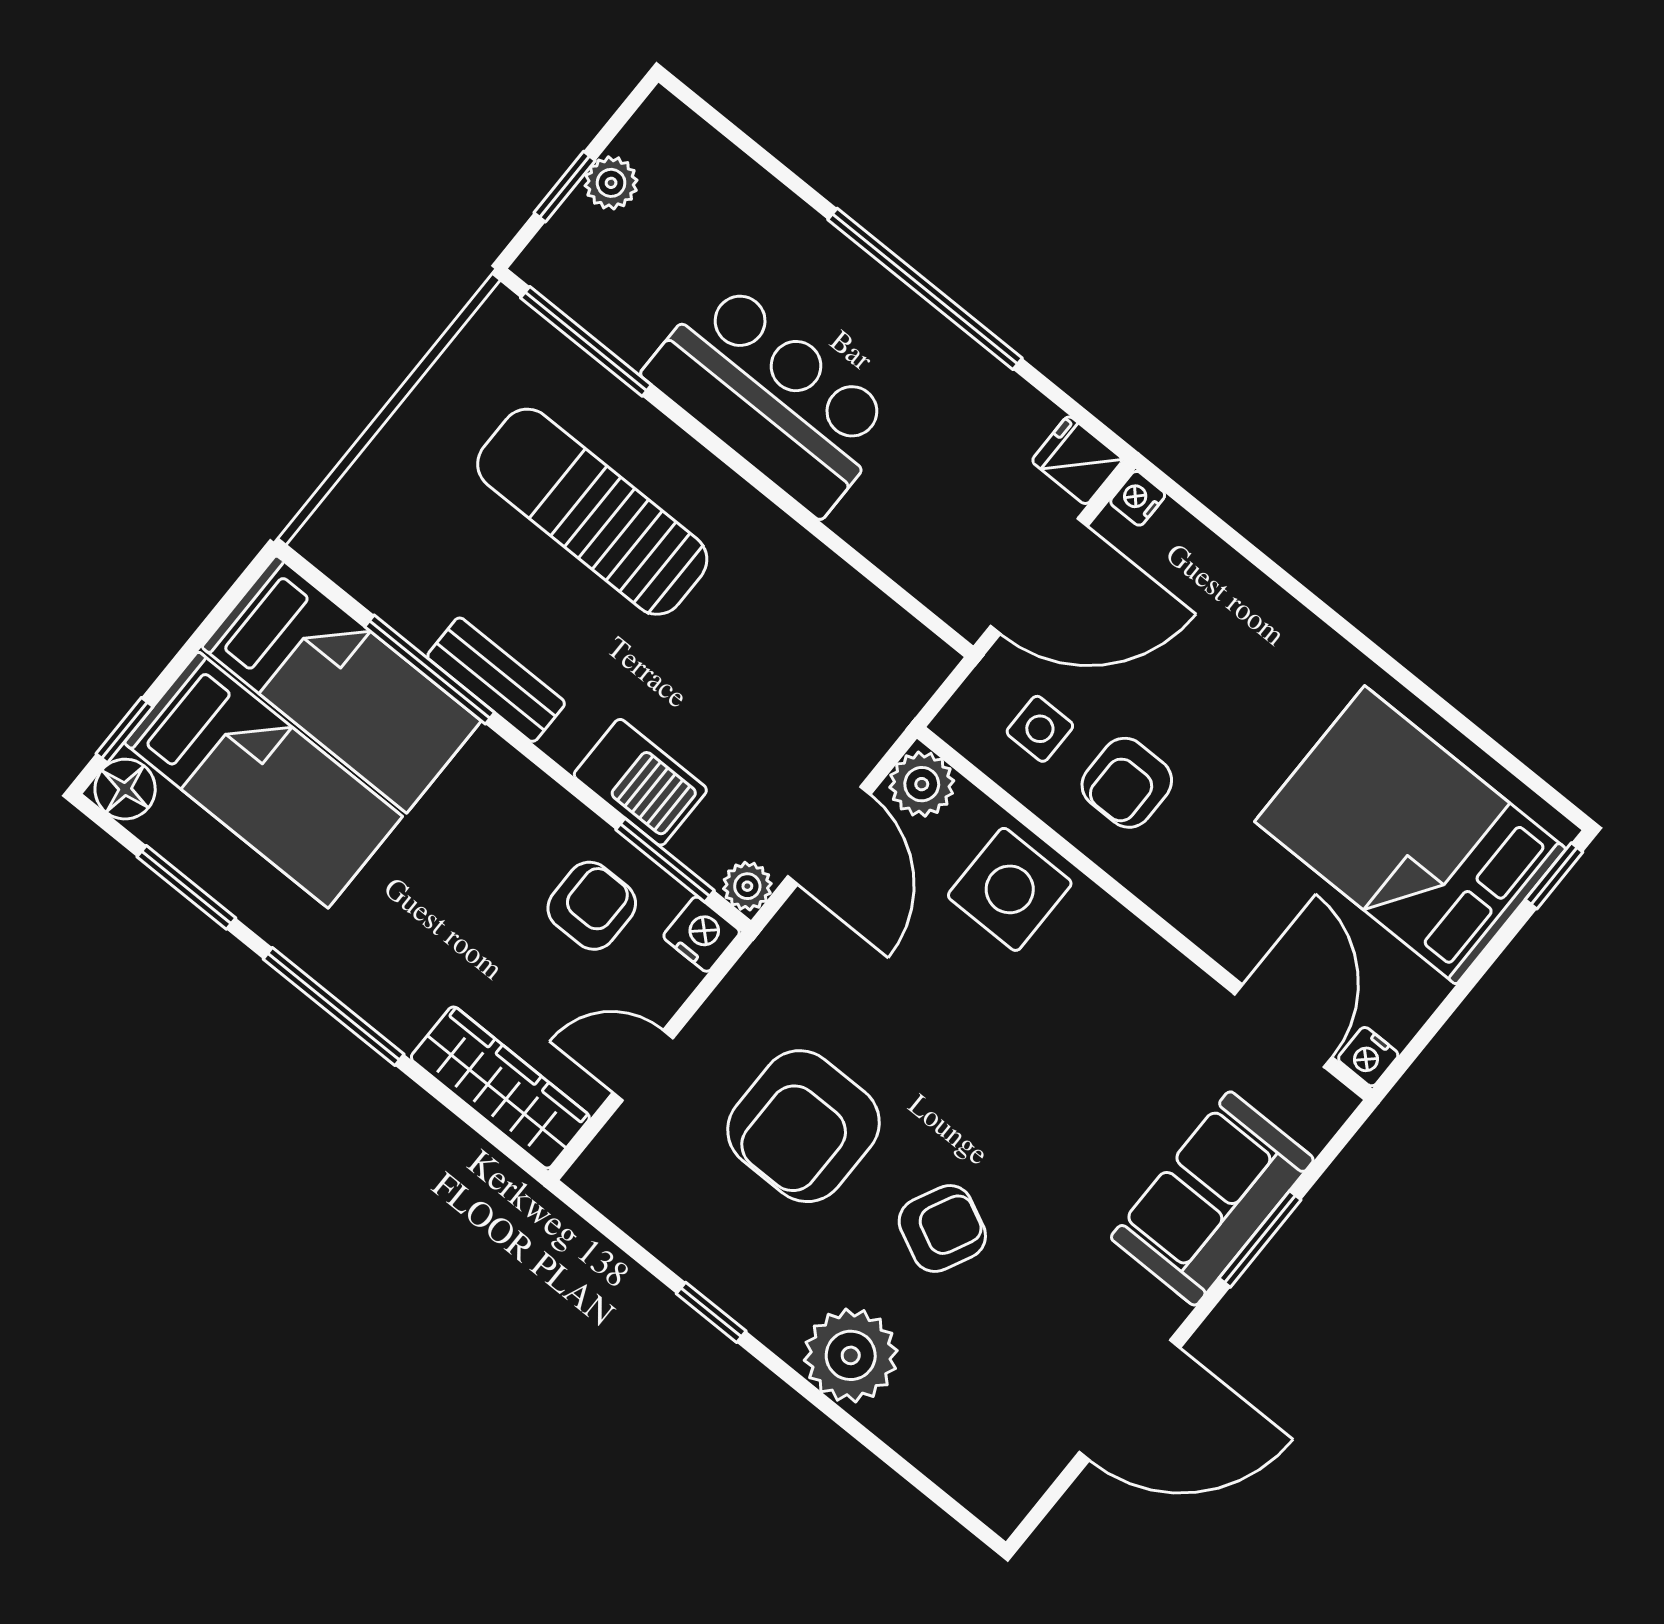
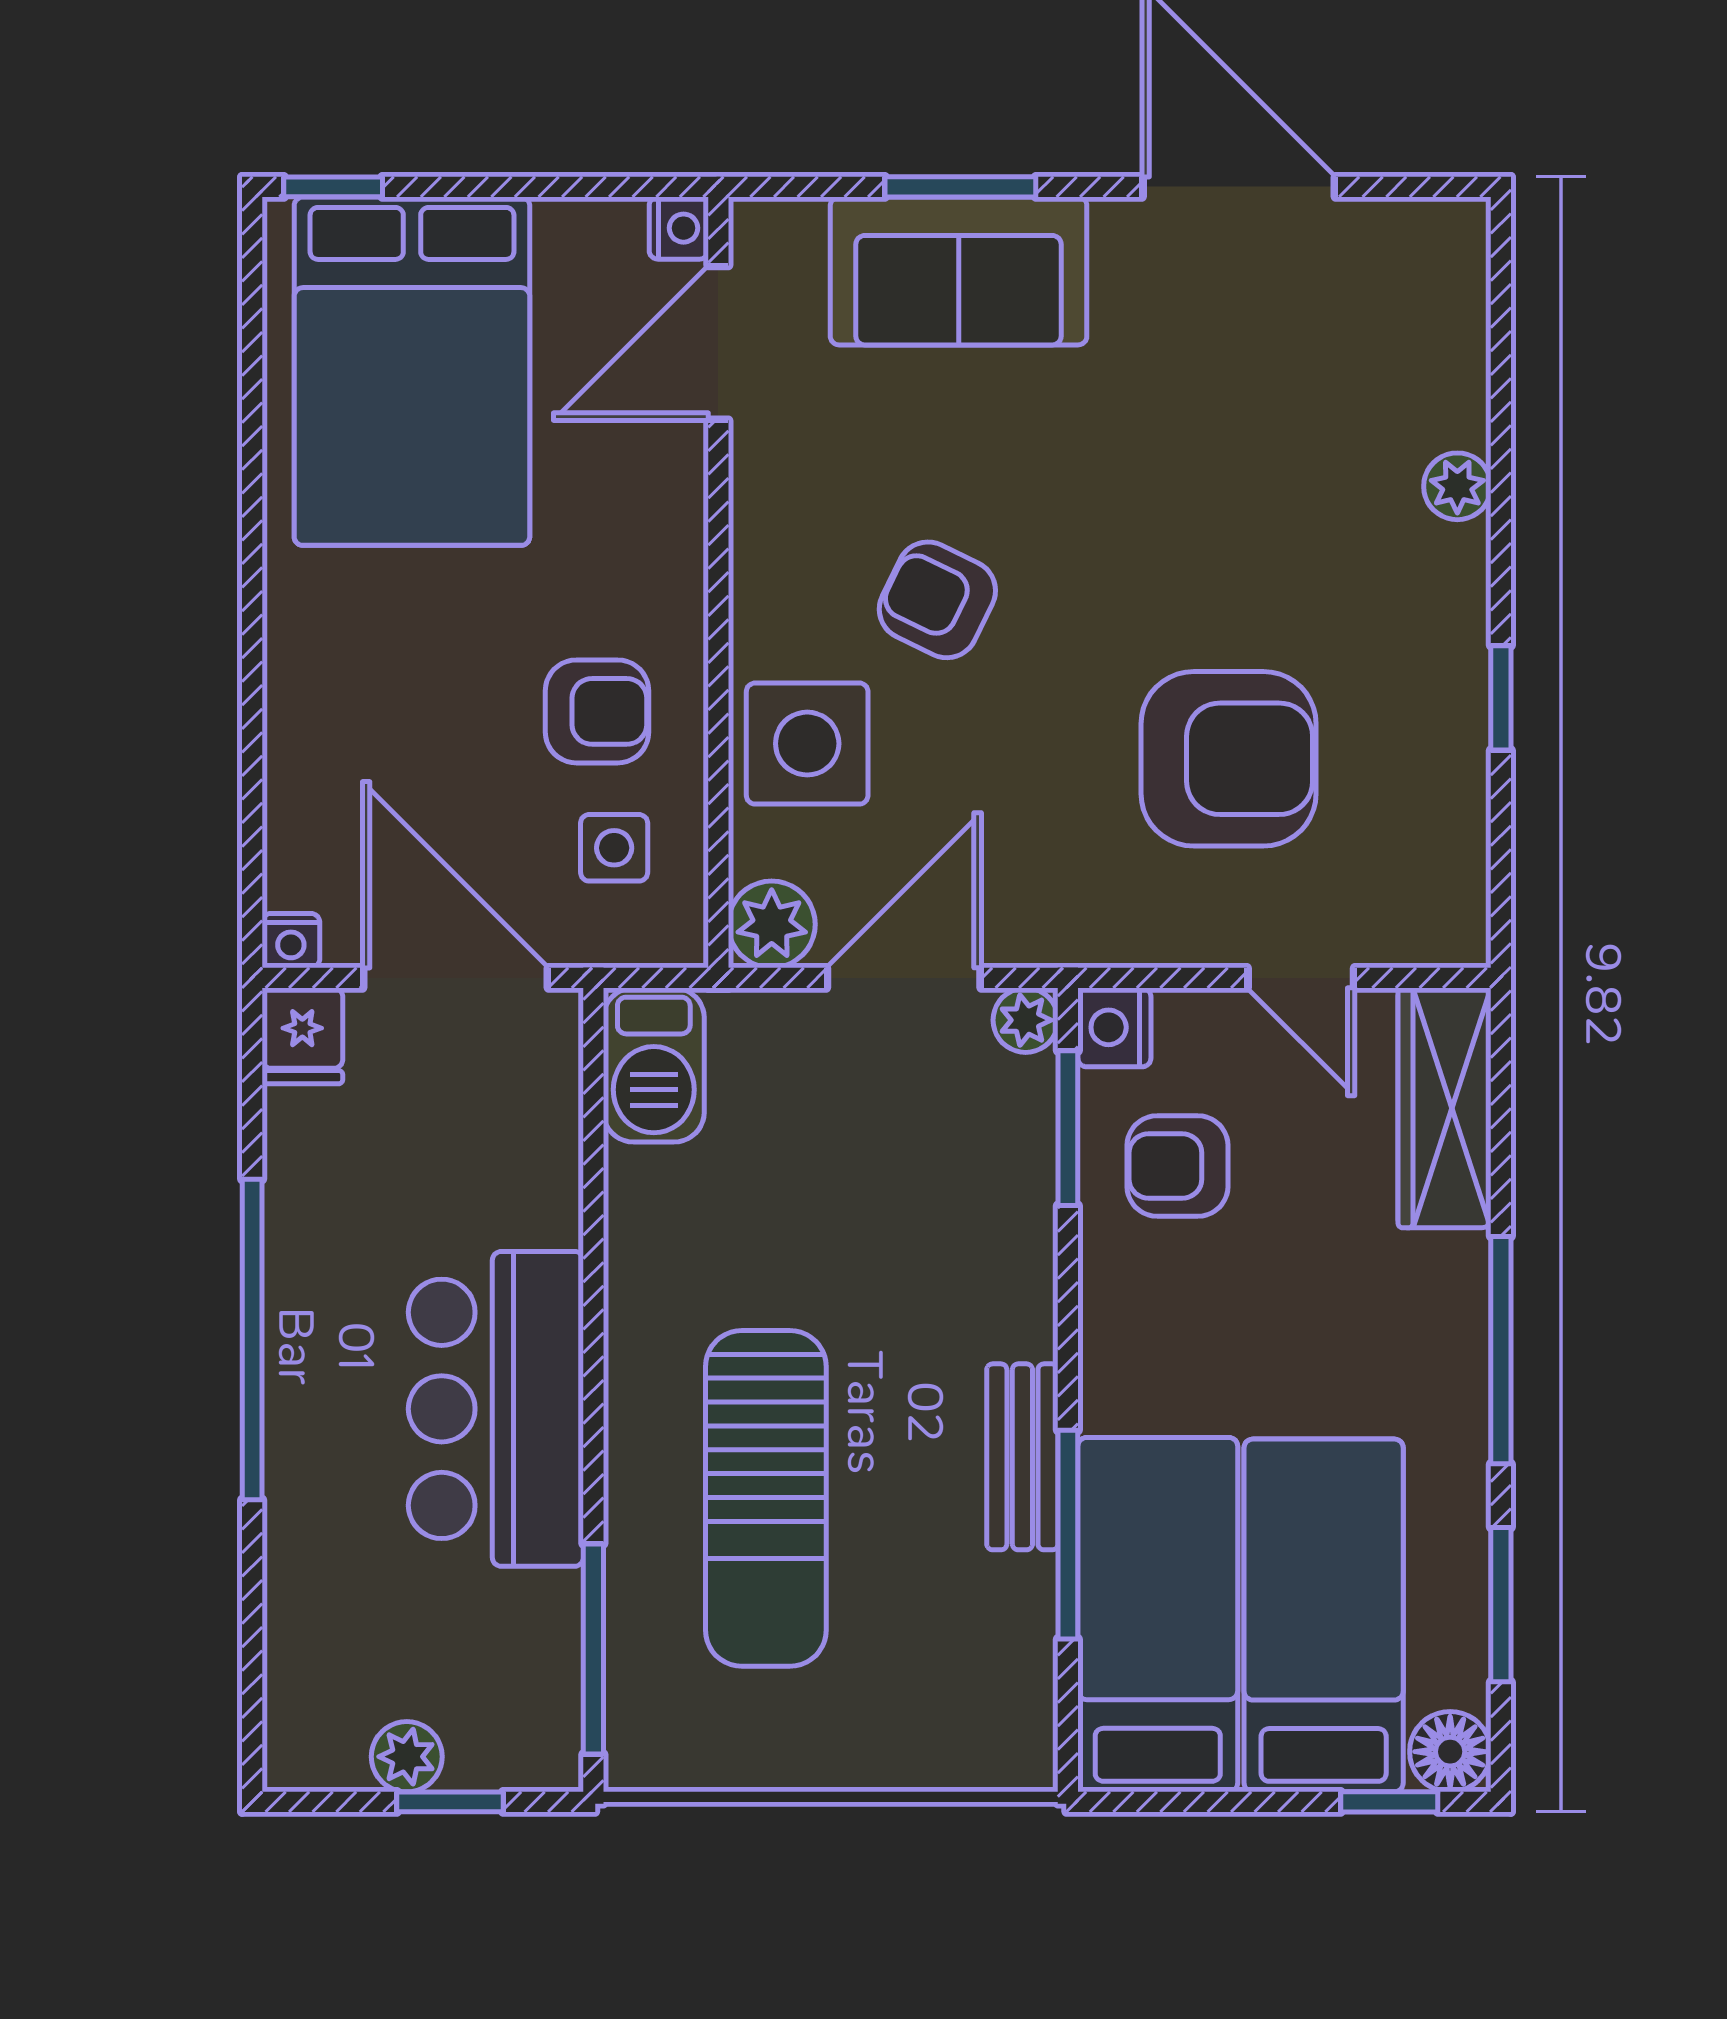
barbecue: (640, 782) -> (654, 1065), moved, turned 180
armchair: (942, 1229) -> (937, 600), moved
plant: (851, 1355) -> (1457, 486), width x0.53, depth x0.53

